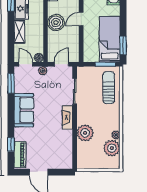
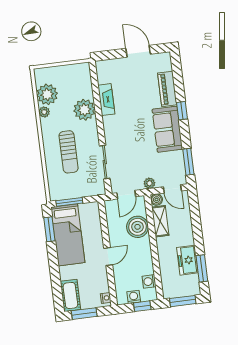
boiler: (56, 23) -> (137, 227), moved
shelving: (19, 32) -> (160, 221), moved
sun lounger: (109, 88) -> (69, 152), moved
fireplace: (67, 117) -> (106, 100), moved
window: (11, 145) -> (182, 111), moved
piano: (20, 155) -> (167, 89), moved

